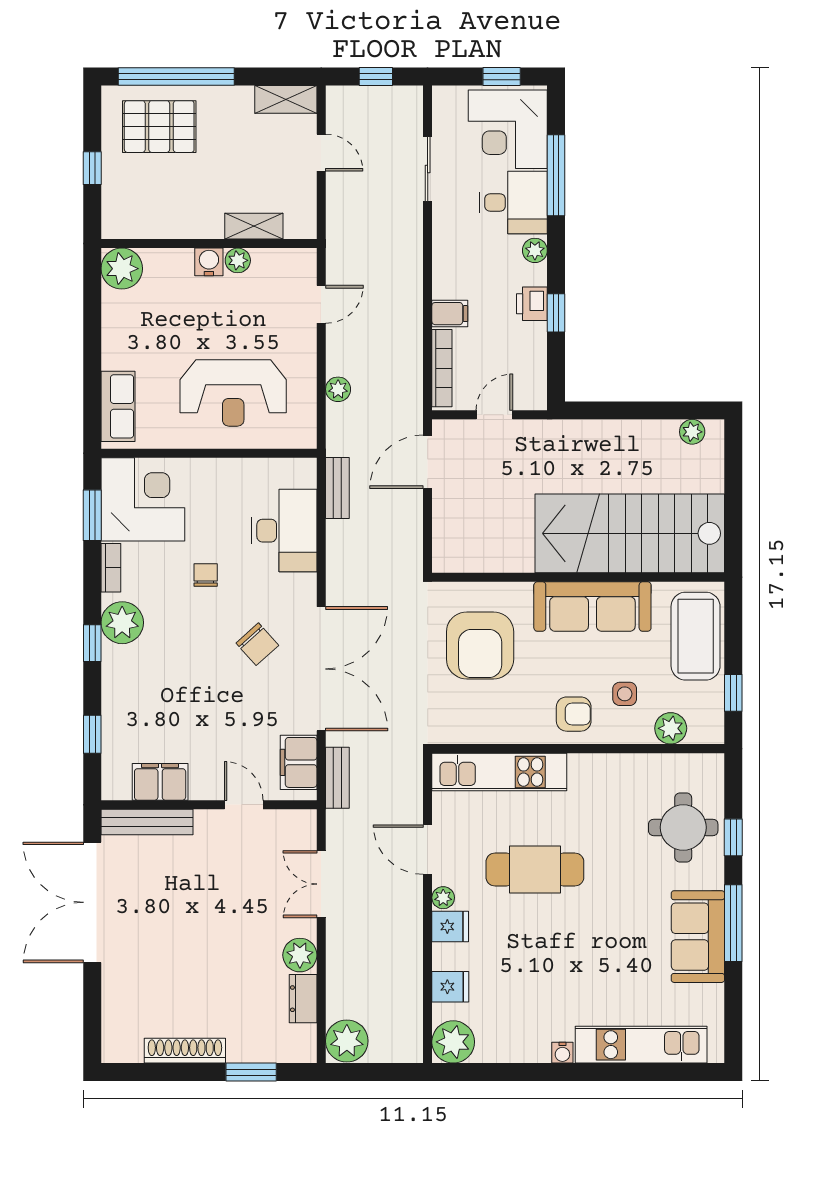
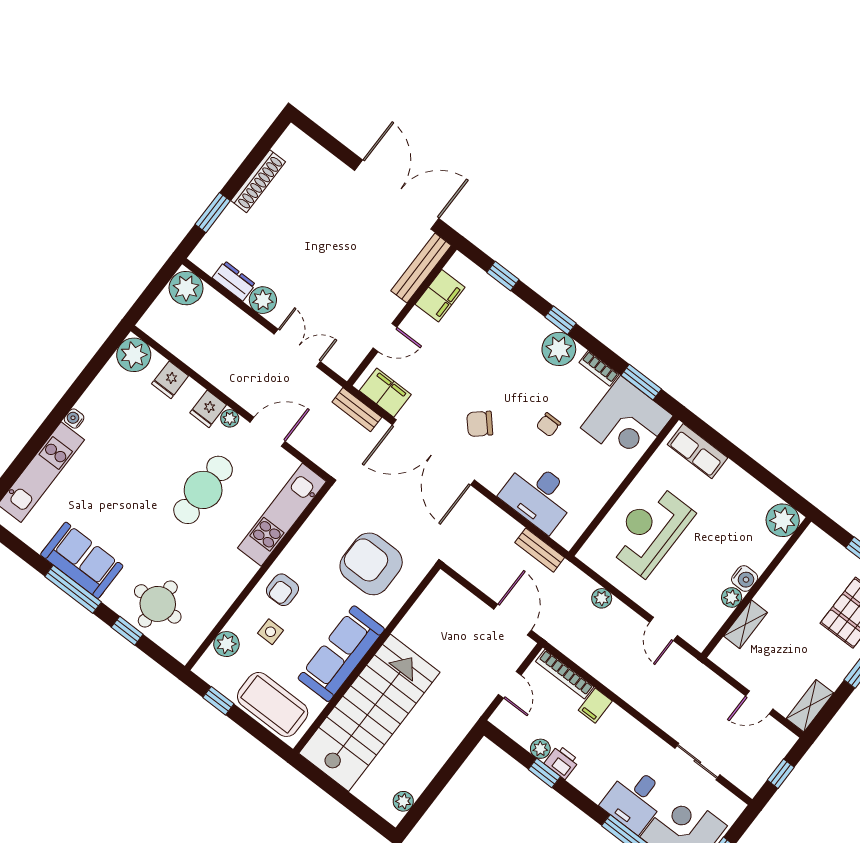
plant: (535, 250) -> (540, 749), moved
chair: (206, 575) -> (548, 425), turned 90

